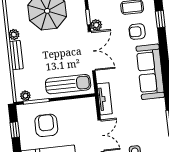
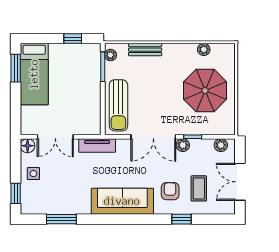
plant: (14, 35) -> (204, 49), moved
bench: (16, 55) -> (145, 50), moved
armchair: (46, 125) -> (74, 75), removed

